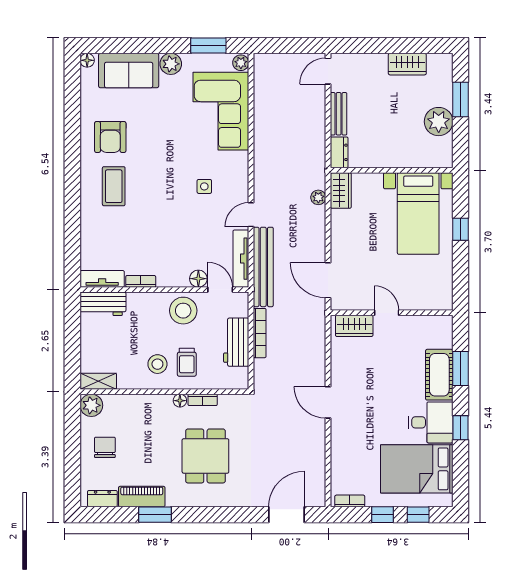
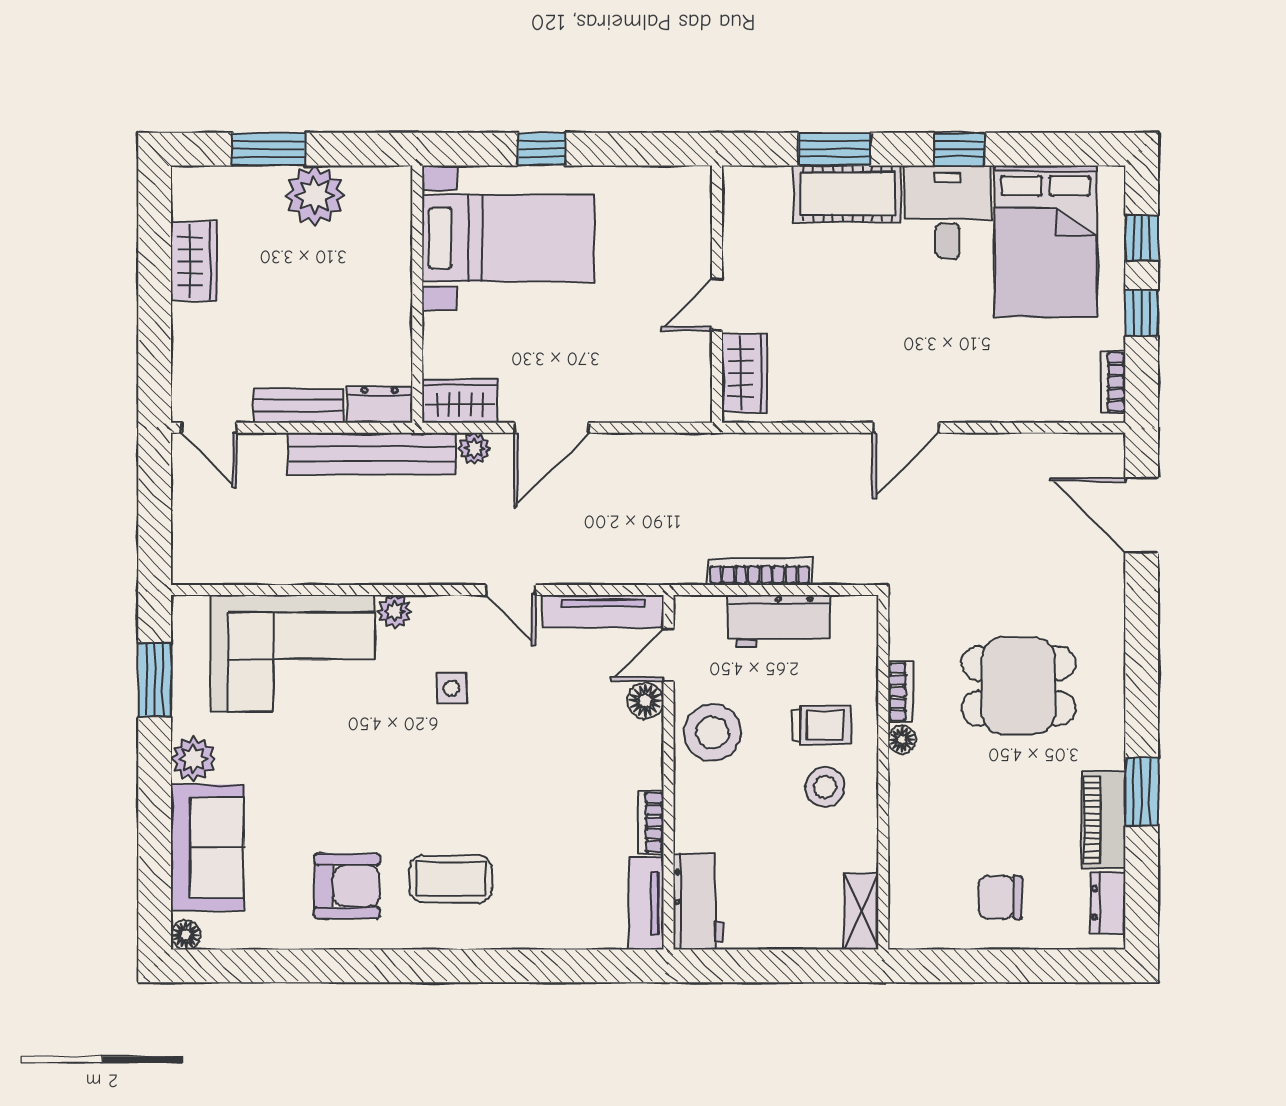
plant: (241, 63) -> (395, 611), moved
bench: (263, 267) -> (372, 454), moved
door: (328, 280) -> (552, 428), moved
plant: (91, 405) -> (912, 926), removed

